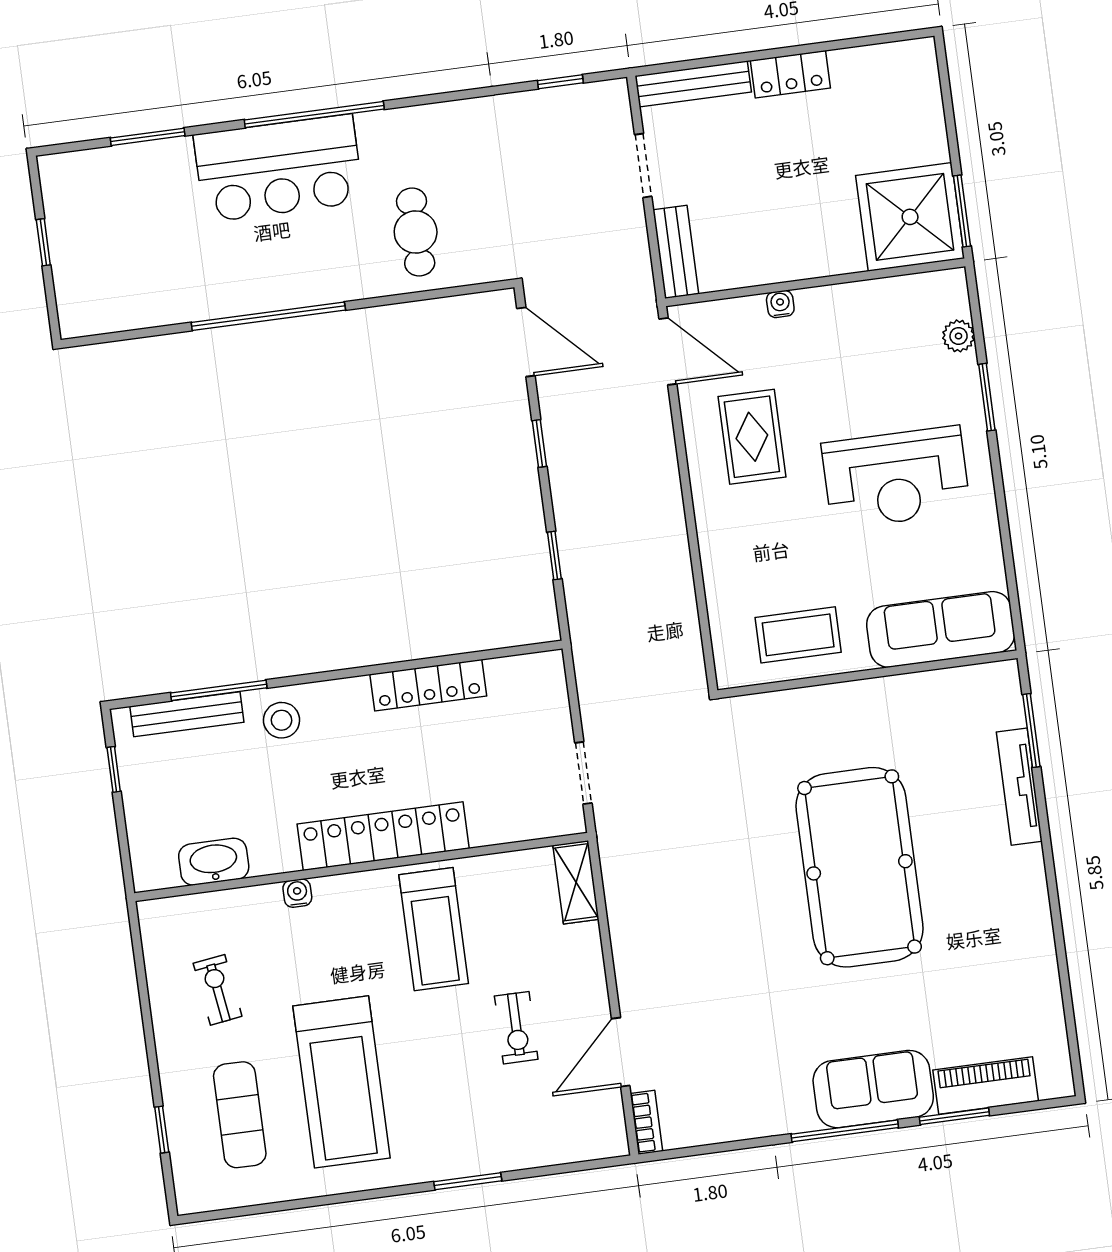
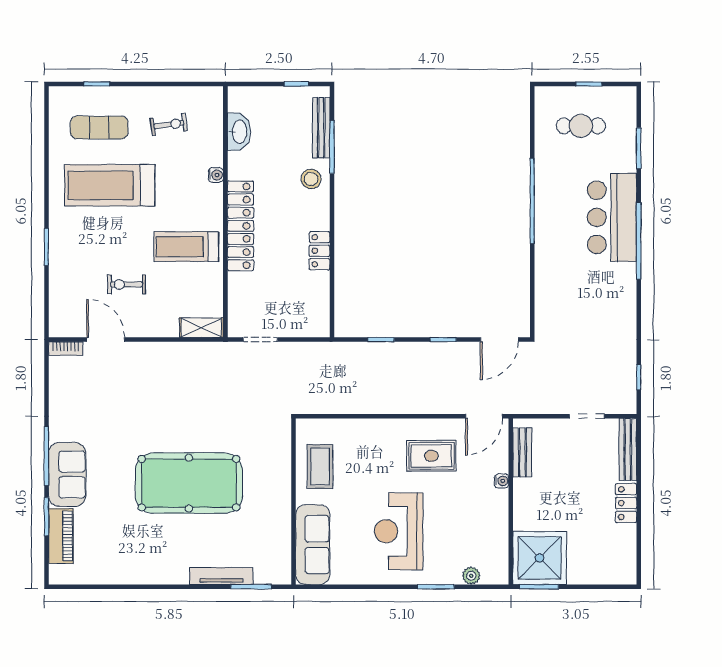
cafe table: (416, 232) -> (581, 126), moved
bench: (676, 252) -> (522, 452), moved, turned 90
locker: (428, 685) -> (320, 251), width x0.66

